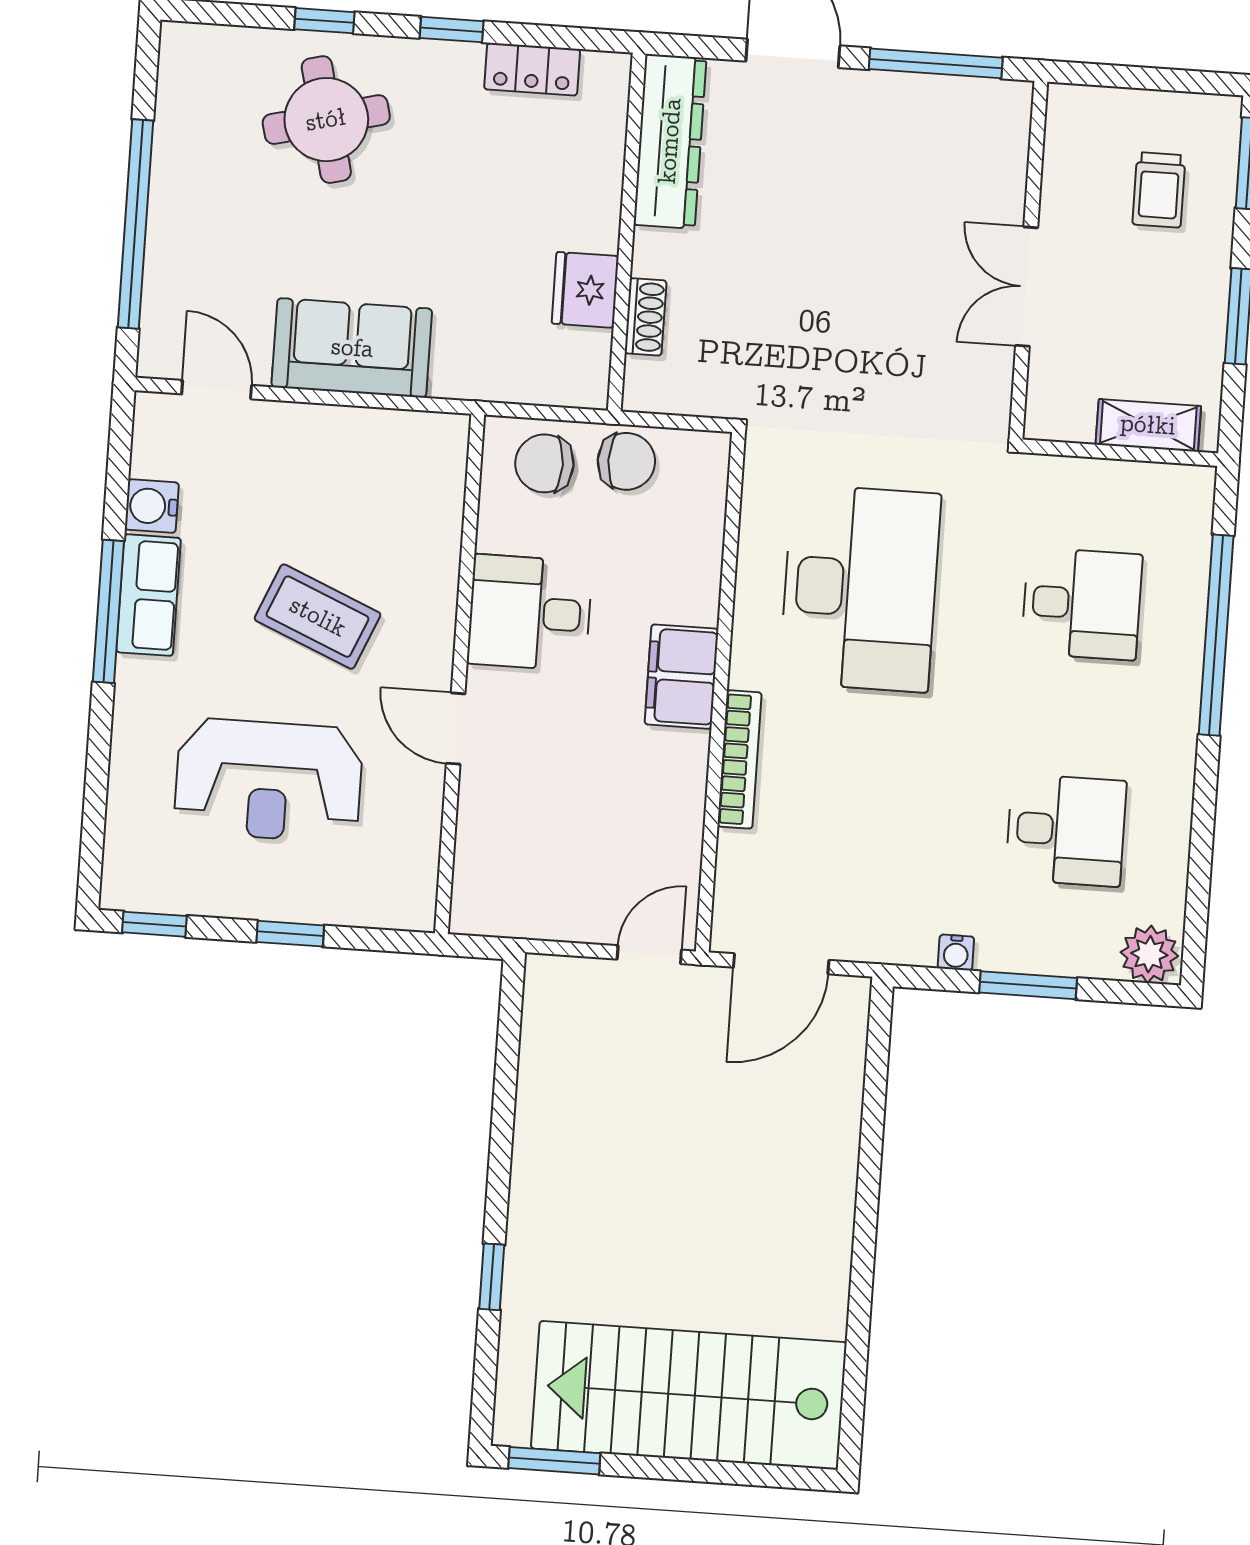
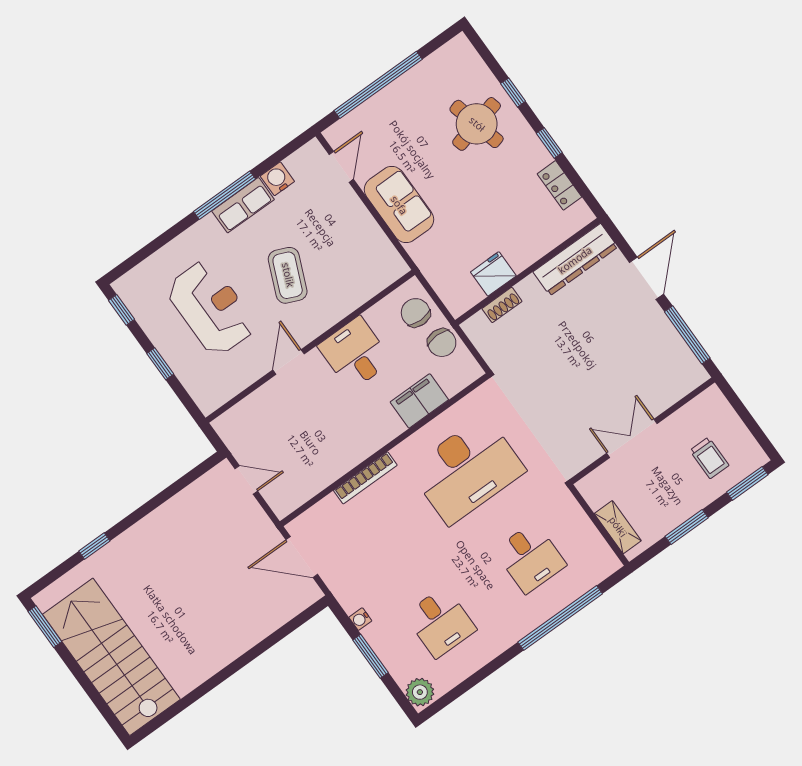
trolley: (1159, 190) -> (709, 458), turned -90
filing cabinet: (682, 677) -> (419, 401), moved
reception desk: (268, 780) -> (211, 308), turned 180
door: (649, 955) -> (246, 480), moved

